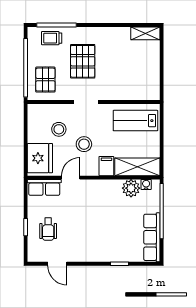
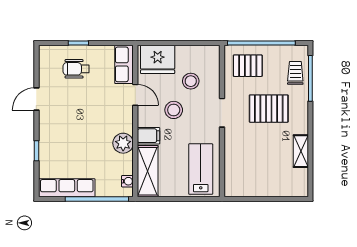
shelving: (145, 33) -> (301, 151), moved
plant: (131, 188) -> (123, 143), moved
door: (57, 264) -> (36, 99), moved

